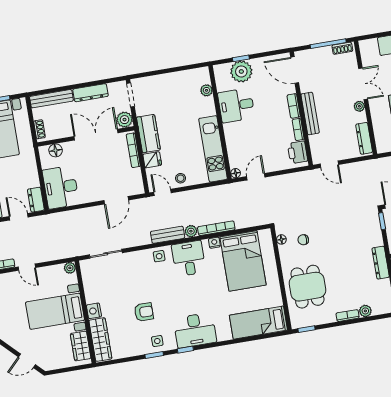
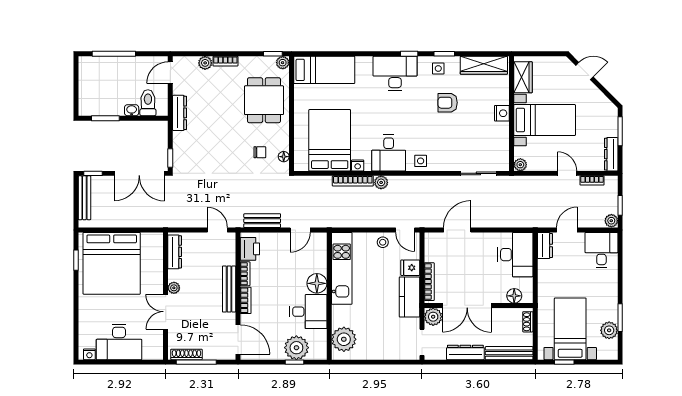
shoe rack: (342, 48) -> (186, 354), width x1.43
plant: (206, 90) -> (344, 339), width x1.87, depth x1.87
floor lamp: (236, 173) -> (317, 283), moved, width x1.89, depth x1.89
door: (19, 217) -> (567, 230), swing flipped
bench: (168, 235) -> (262, 221), moved
plant: (297, 323) -> (283, 63), added
wardrobe: (100, 340) -> (484, 65), moved, turned -90

